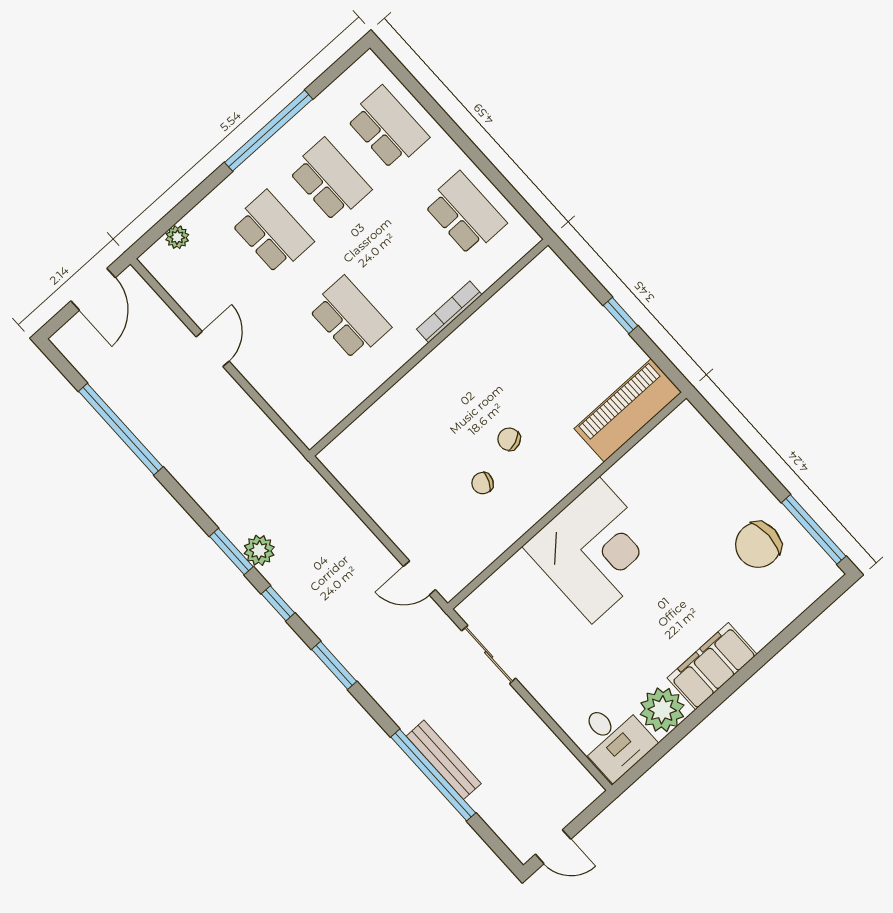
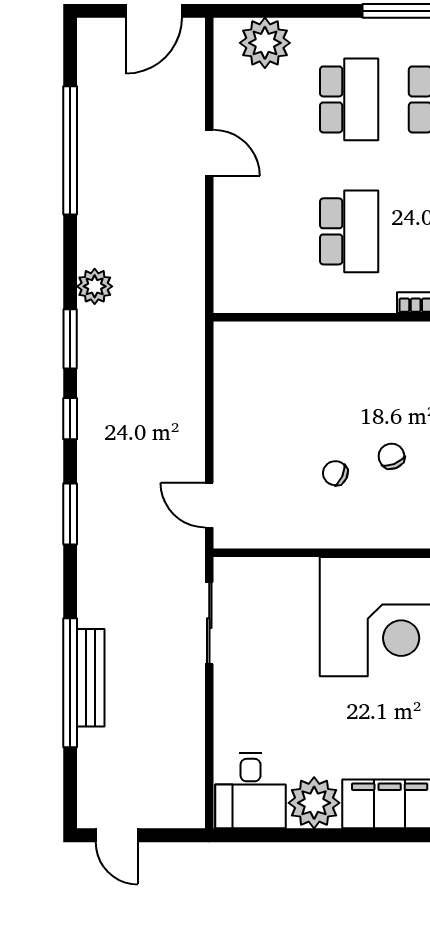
plant: (177, 237) -> (265, 43), width x1.88, depth x1.88
door: (213, 349) -> (209, 153), hinge flipped
plant: (259, 550) -> (95, 286), moved

